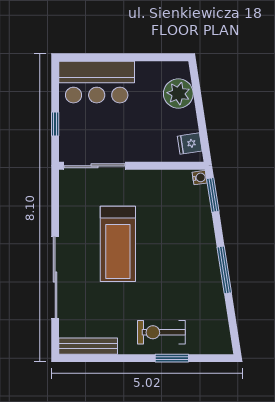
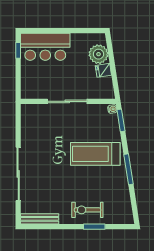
window: (55, 124) -> (18, 50), moved
fridge: (190, 144) -> (103, 70), moved
sliding door: (94, 166) -> (67, 101), moved
treadmill: (118, 244) -> (95, 154), moved, turned 90

